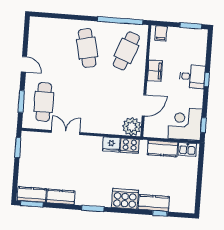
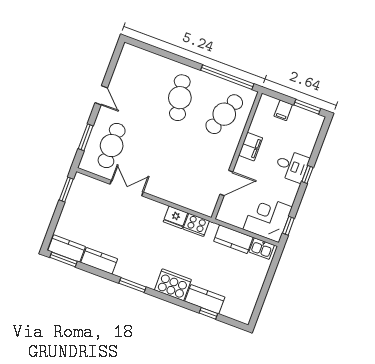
filing cabinet: (161, 33) -> (283, 110), moved
plant: (132, 127) -> (205, 203), removed

